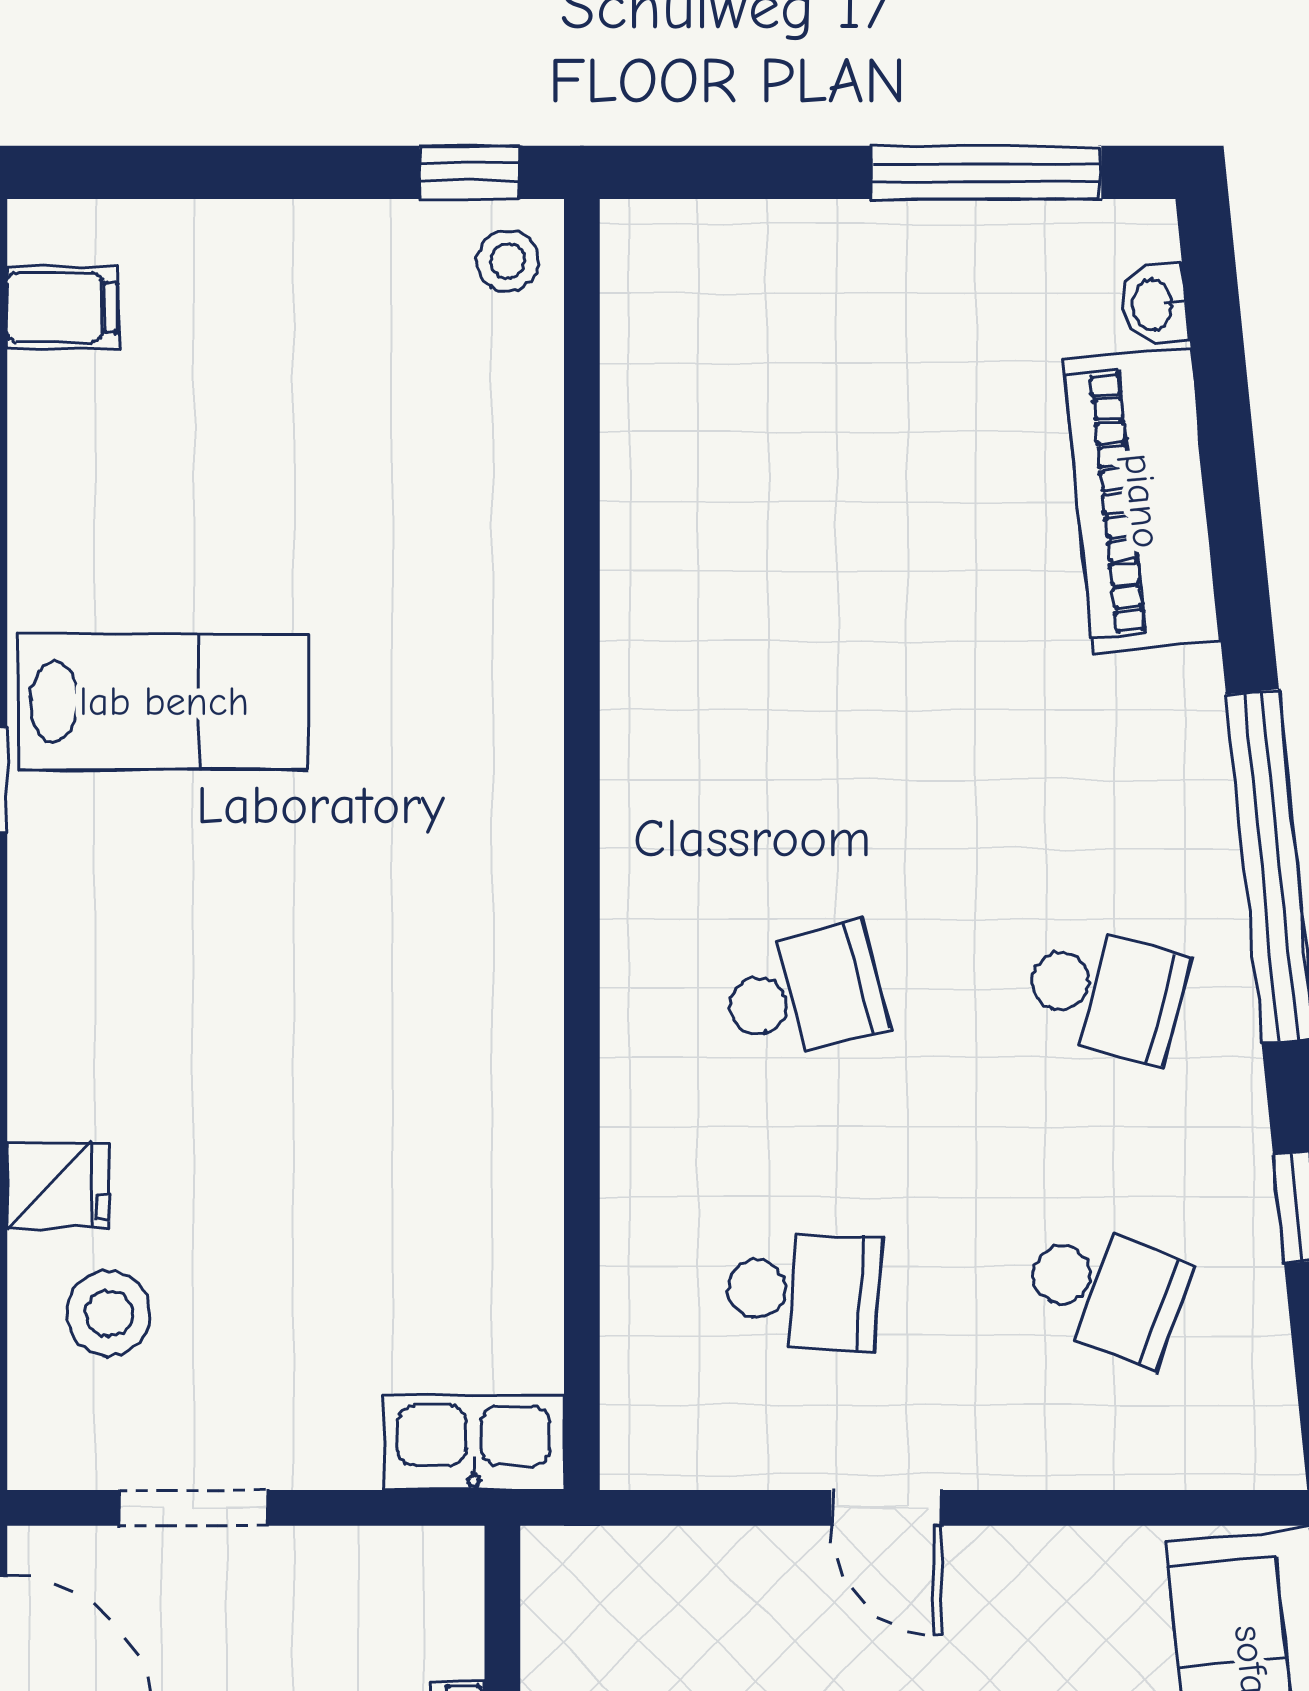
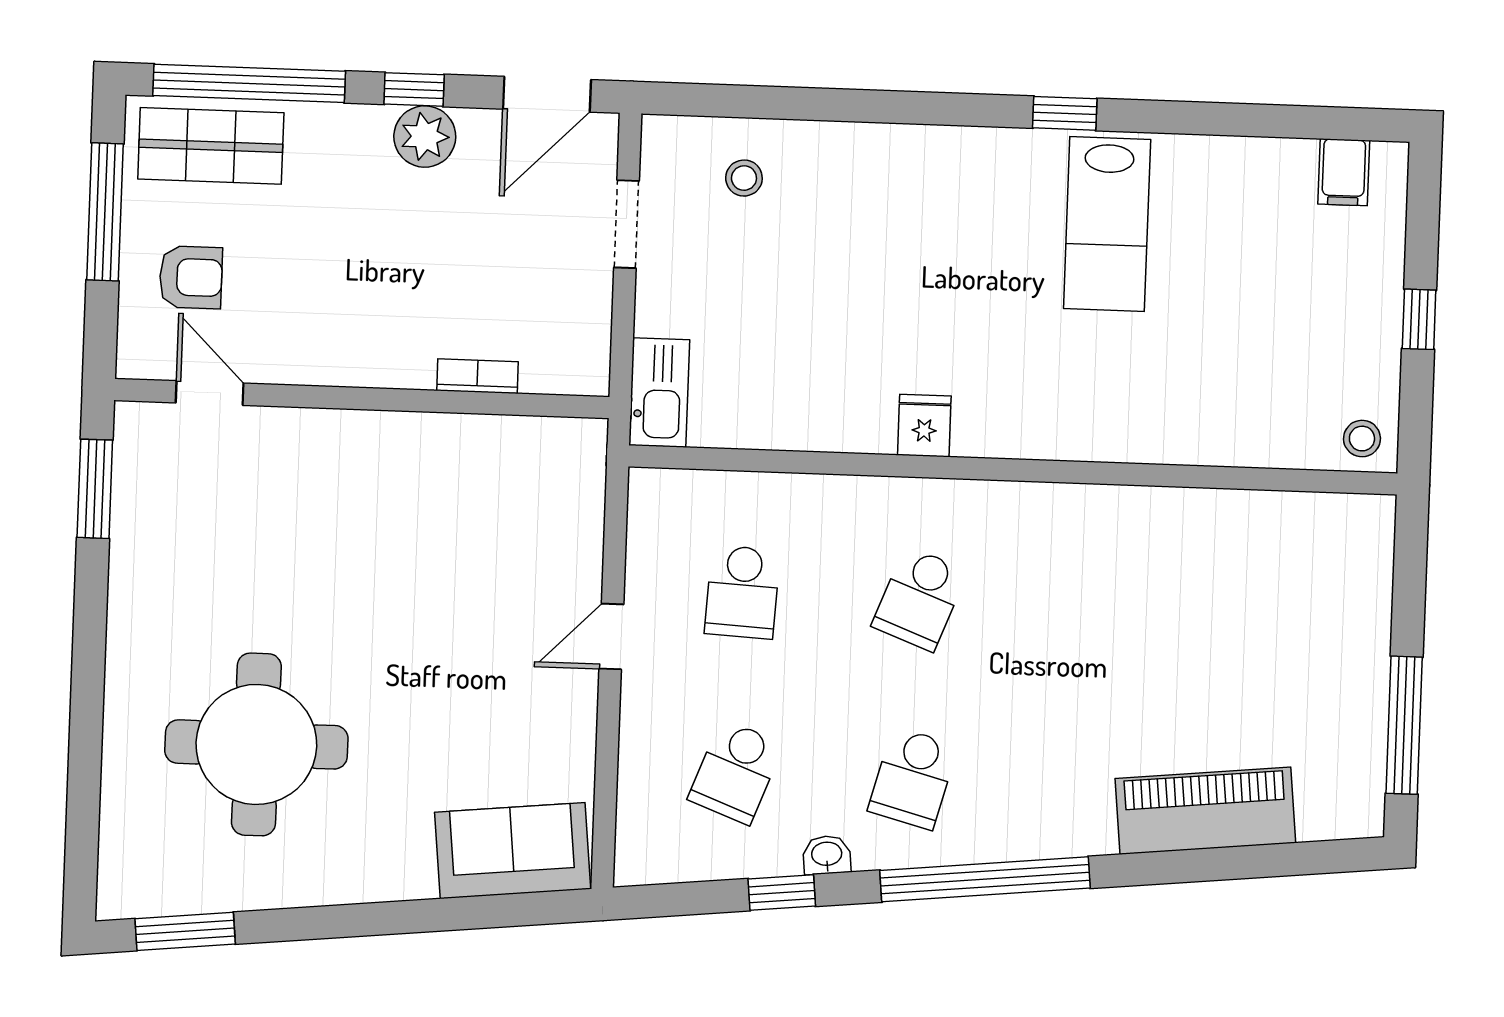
window: (469, 172) -> (1419, 319), moved
washbasin: (1154, 305) -> (827, 855), moved
school desk: (804, 993) -> (919, 599), turned 36
fridge: (58, 1185) -> (924, 426), moved, turned 180
stool: (109, 1314) -> (744, 178), width x0.73, depth x0.73

